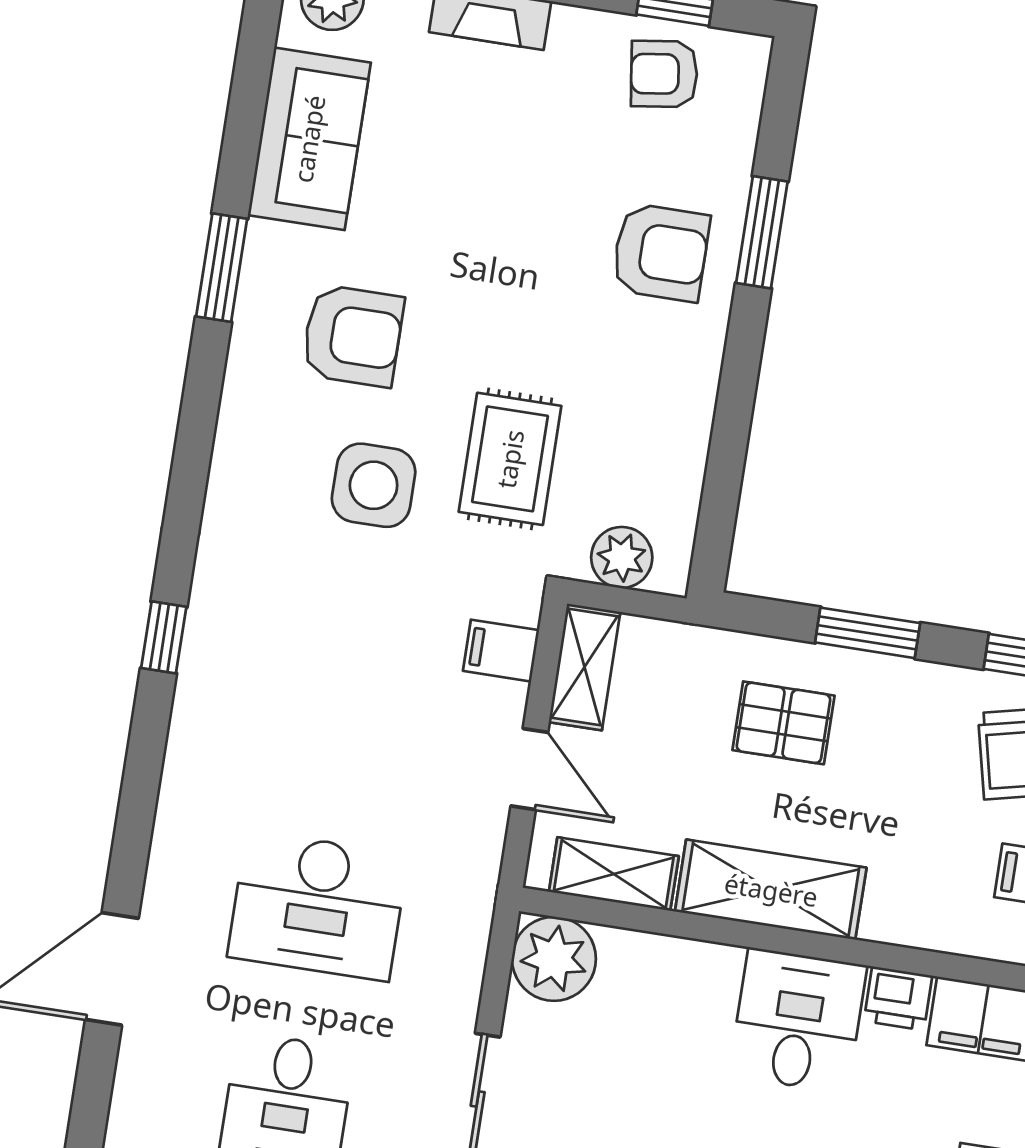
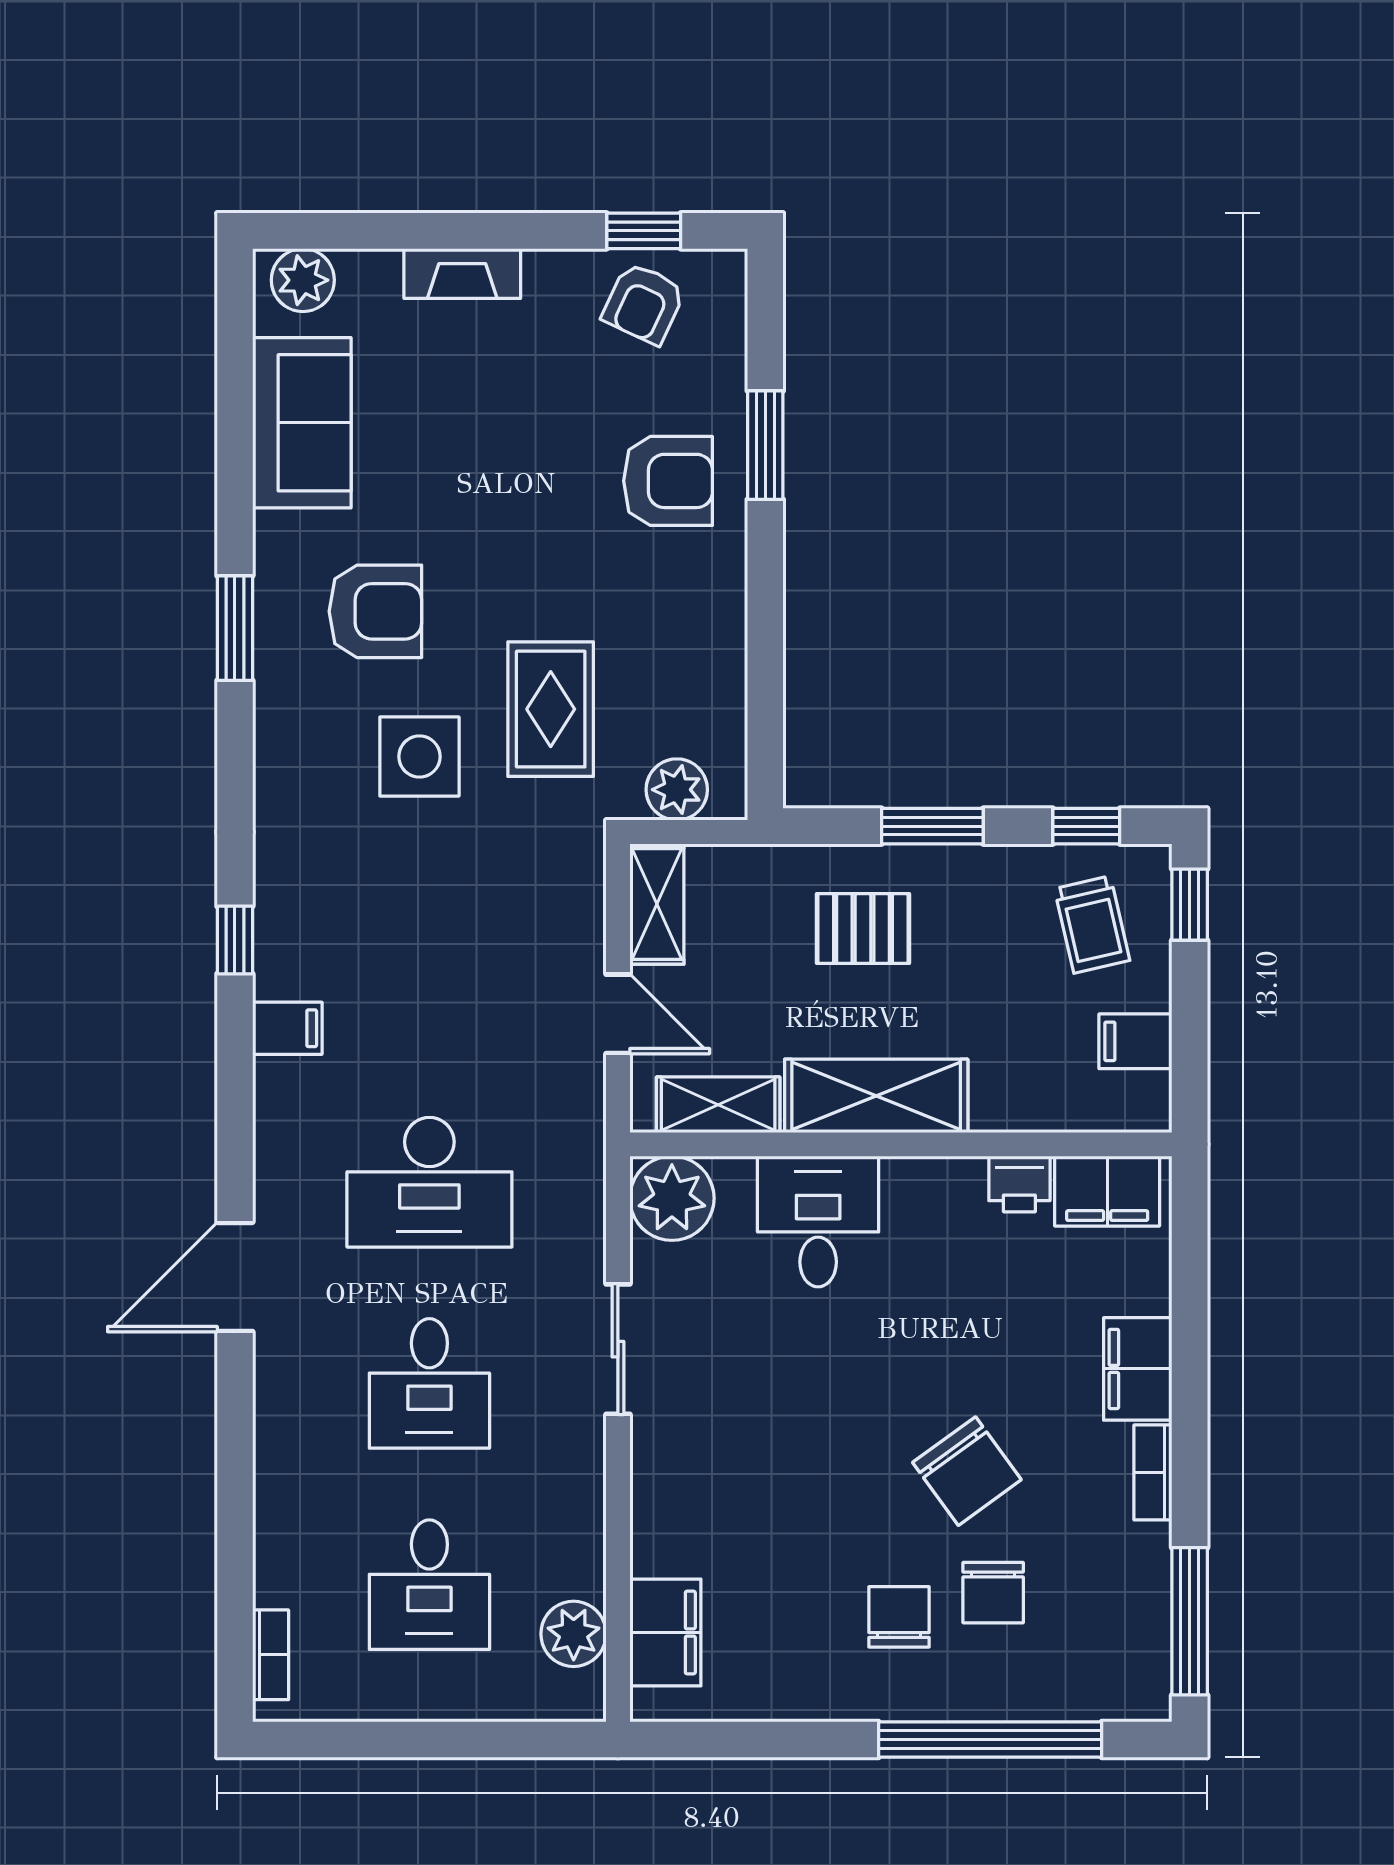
armchair: (664, 74) -> (644, 303), turned -57
window: (222, 268) -> (235, 628), moved
filing cabinet: (501, 651) -> (287, 1028), moved, turned 180
desk: (798, 1020) -> (818, 1221), moved

